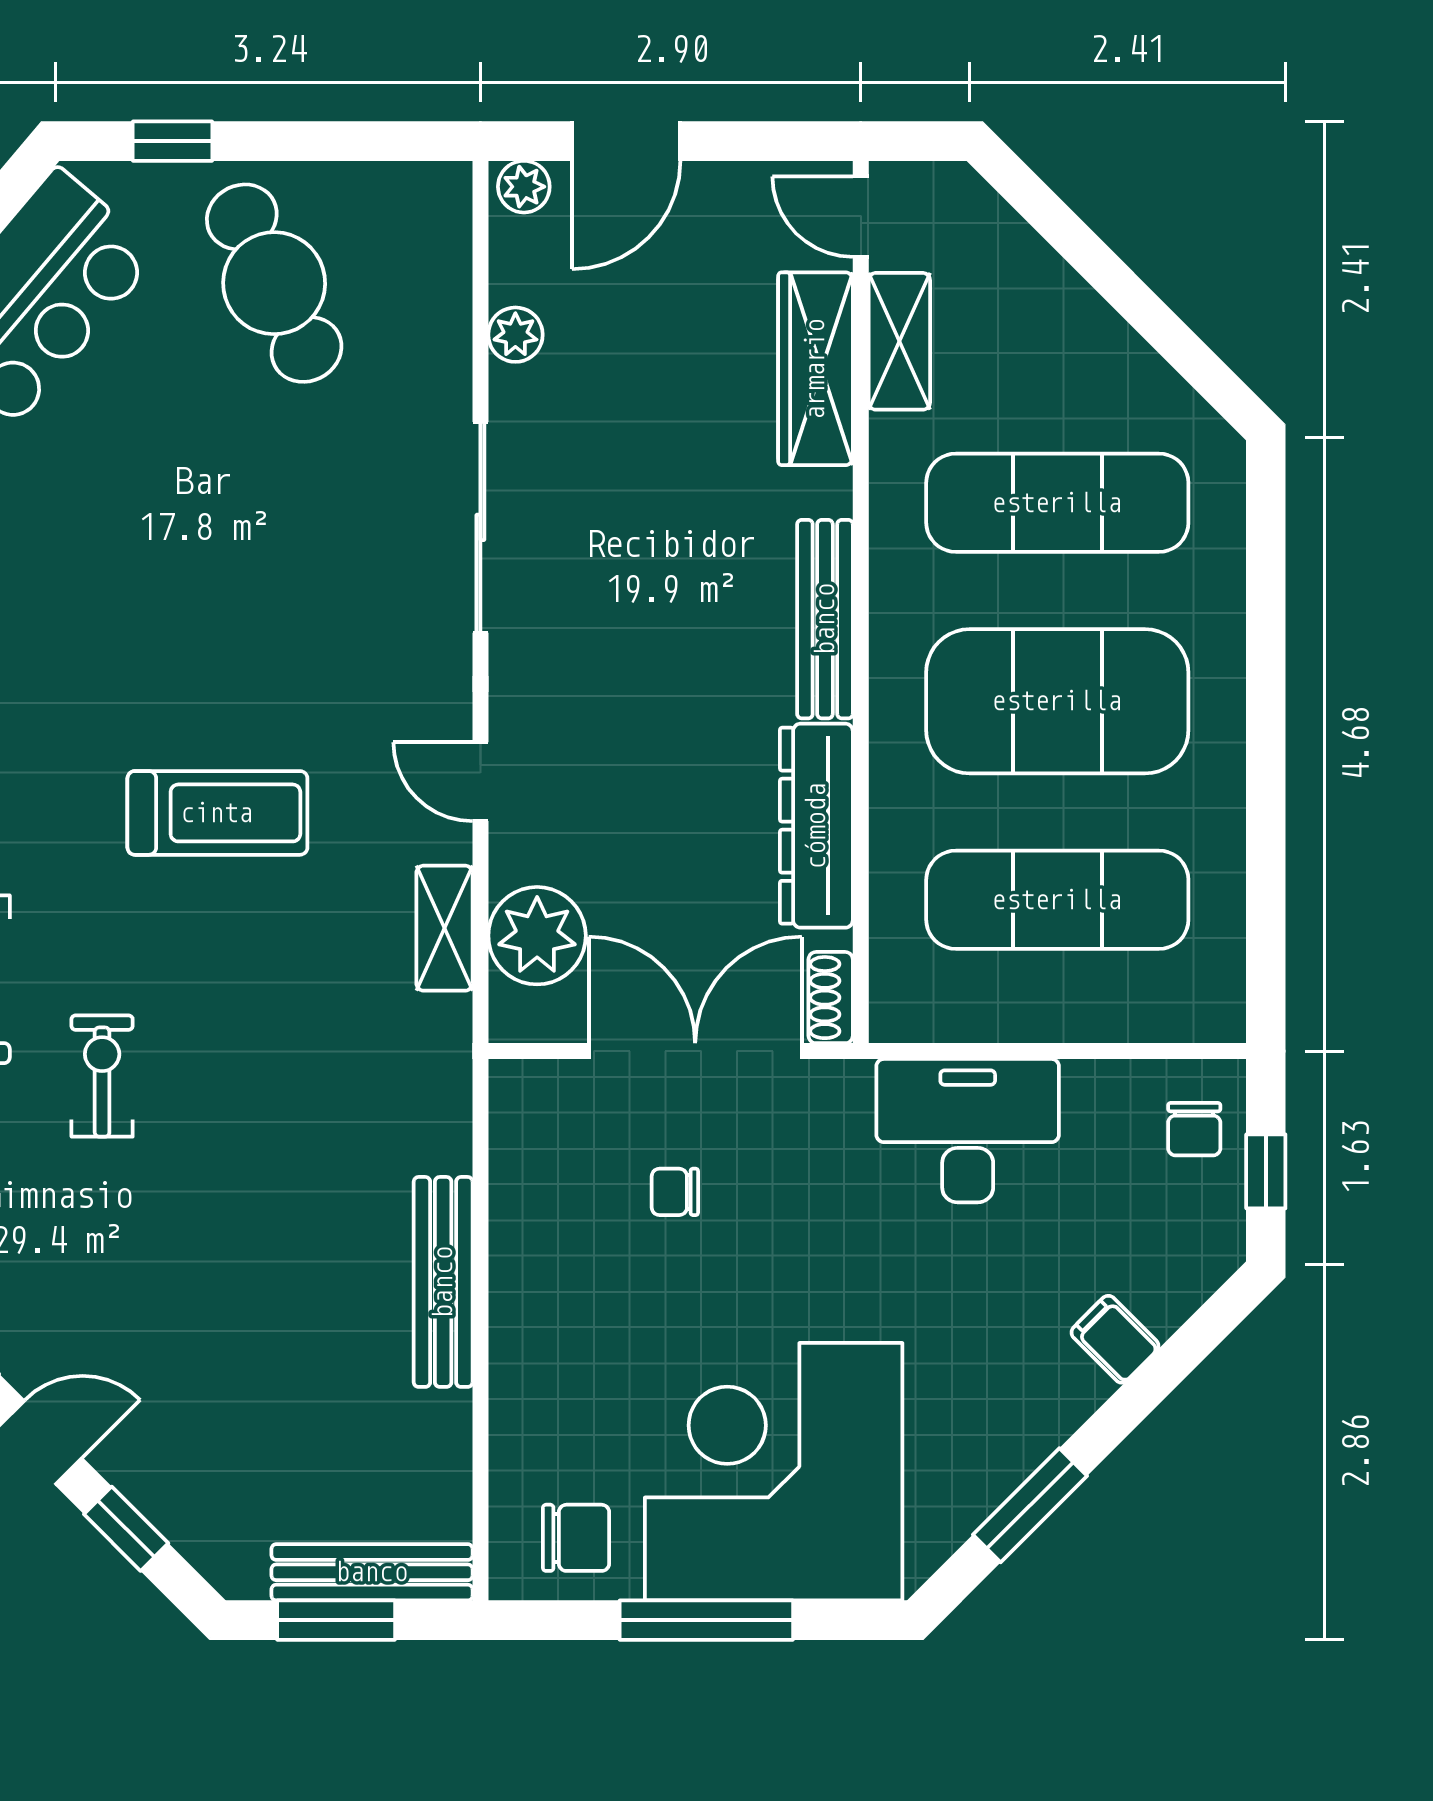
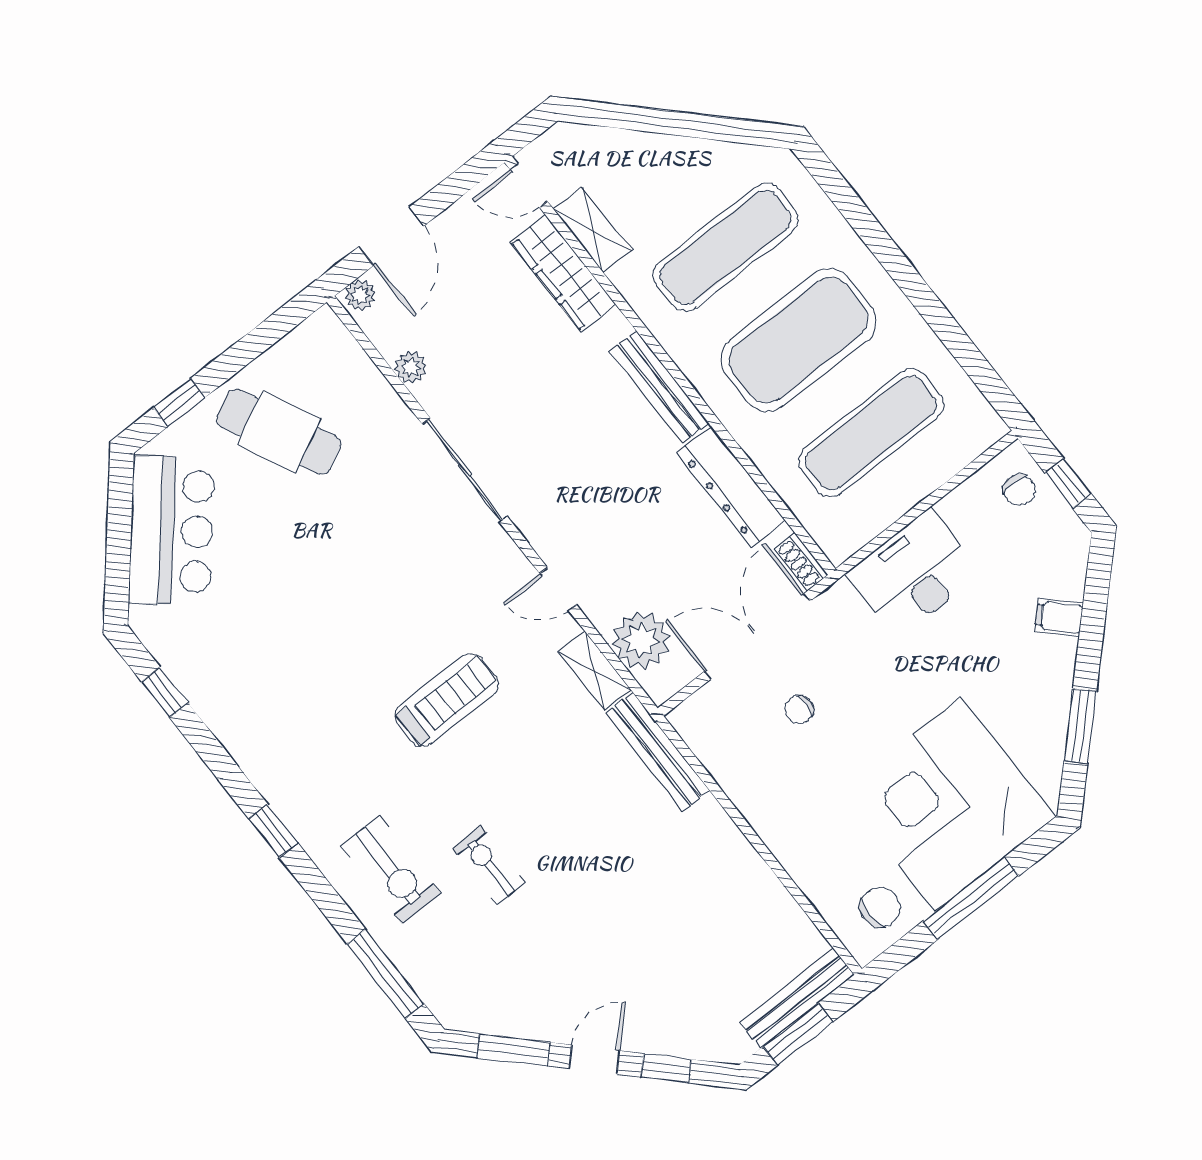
bench: (443, 1282) -> (658, 752), moved

